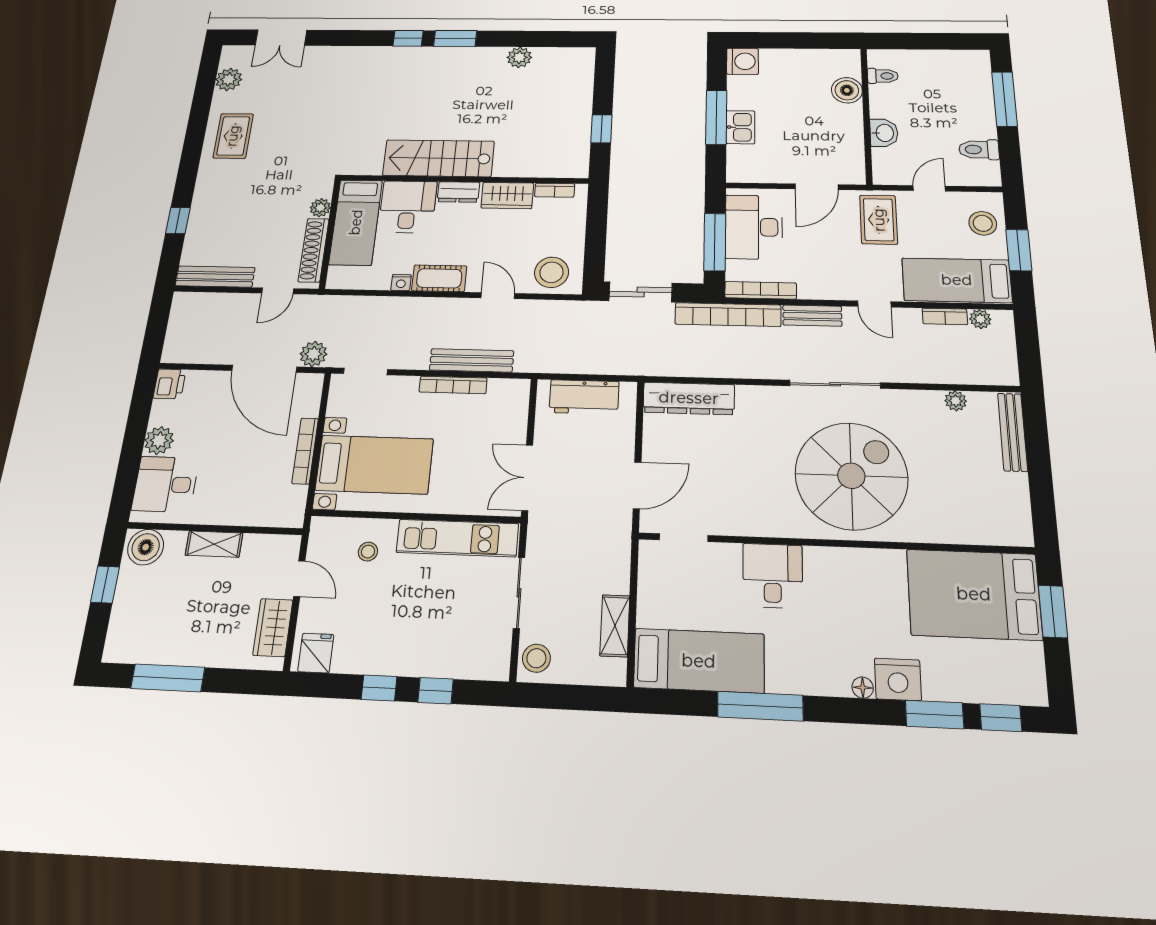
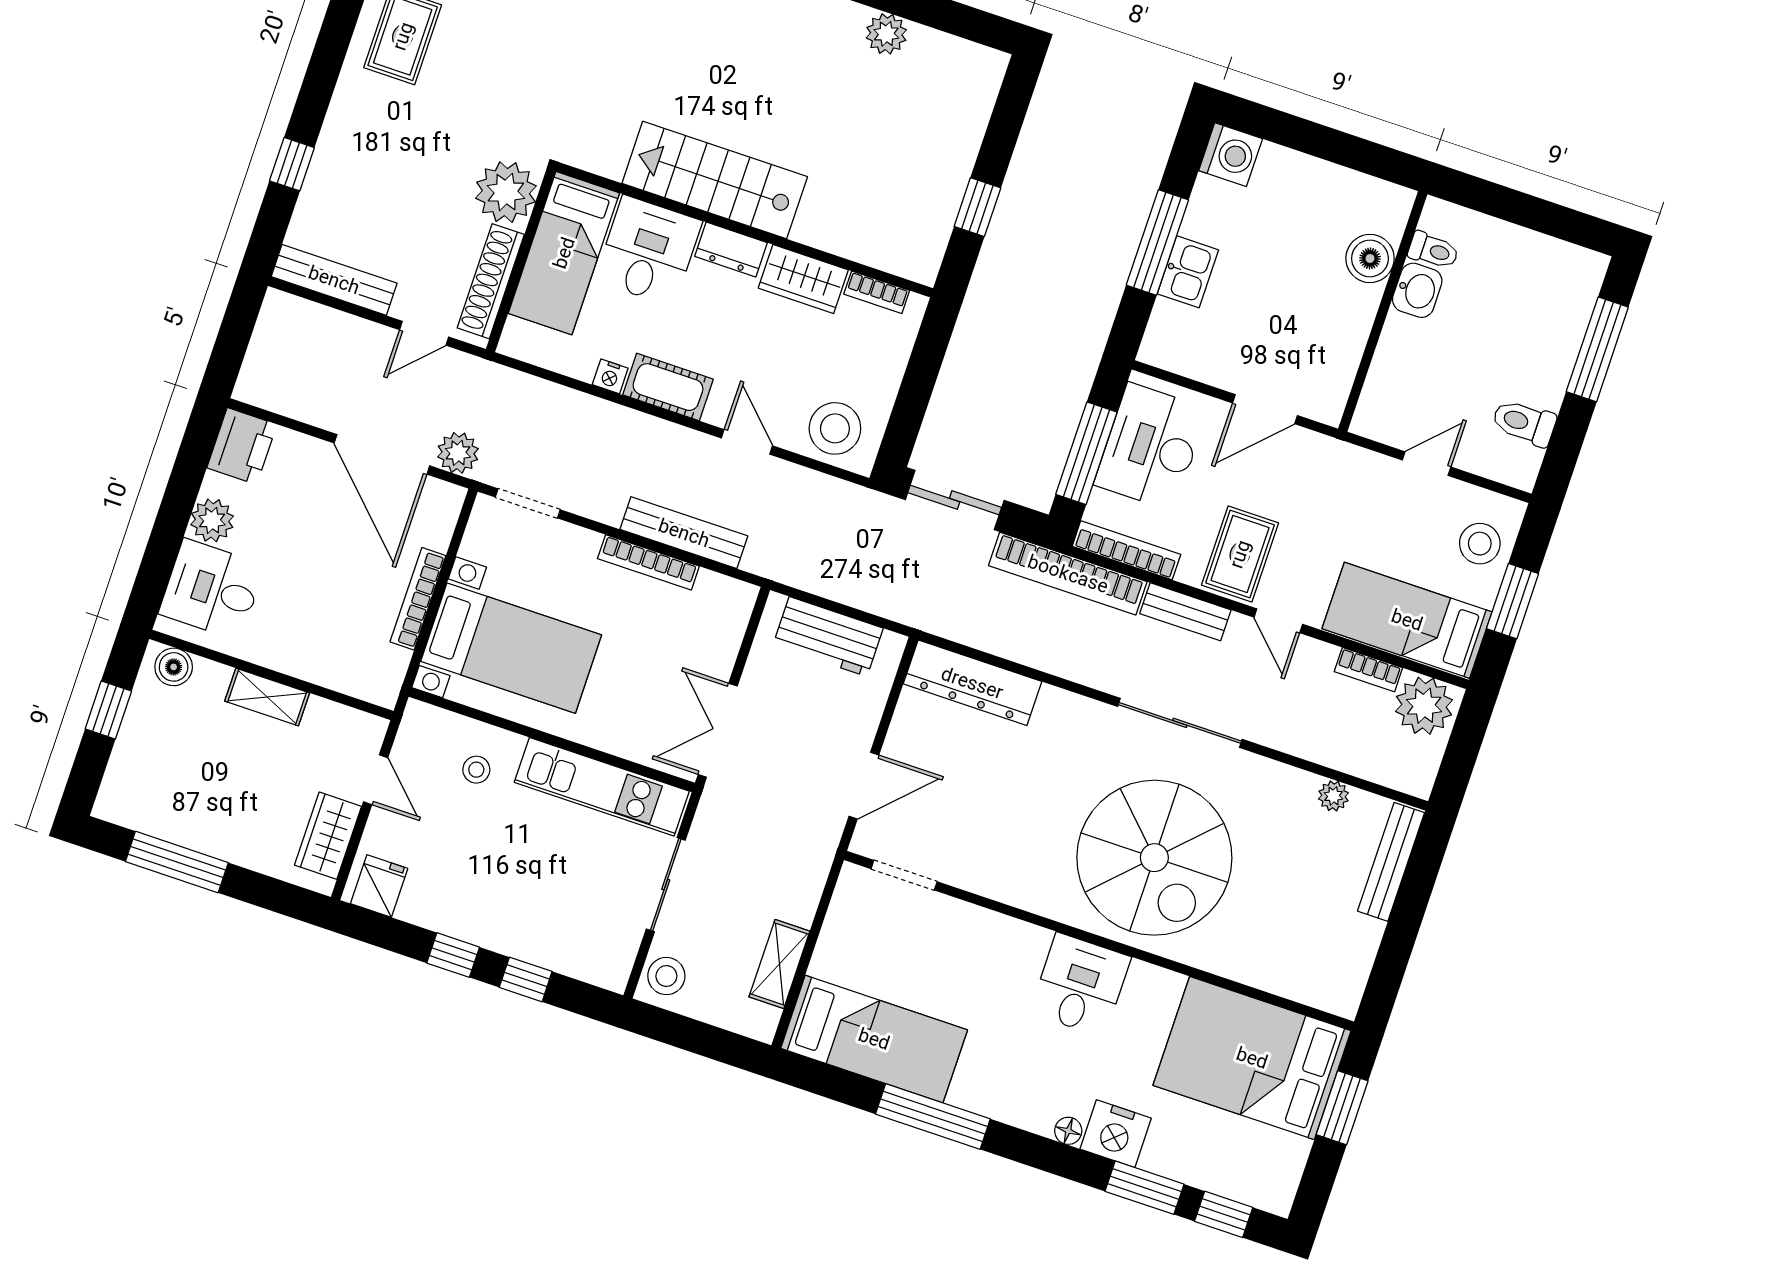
washbasin: (884, 133) -> (1417, 290), moved
plant: (320, 208) -> (506, 192), width x1.88, depth x1.88
rug: (879, 220) -> (1240, 554), moved
plant: (980, 319) -> (1424, 706), width x1.88, depth x1.88
printer: (170, 384) -> (242, 446), width x1.36, depth x1.24
spiral stairs: (851, 476) -> (1154, 858), turned 90
boiler: (146, 547) -> (174, 667), width x0.73, depth x0.73
desk: (773, 576) -> (1080, 985), moved

